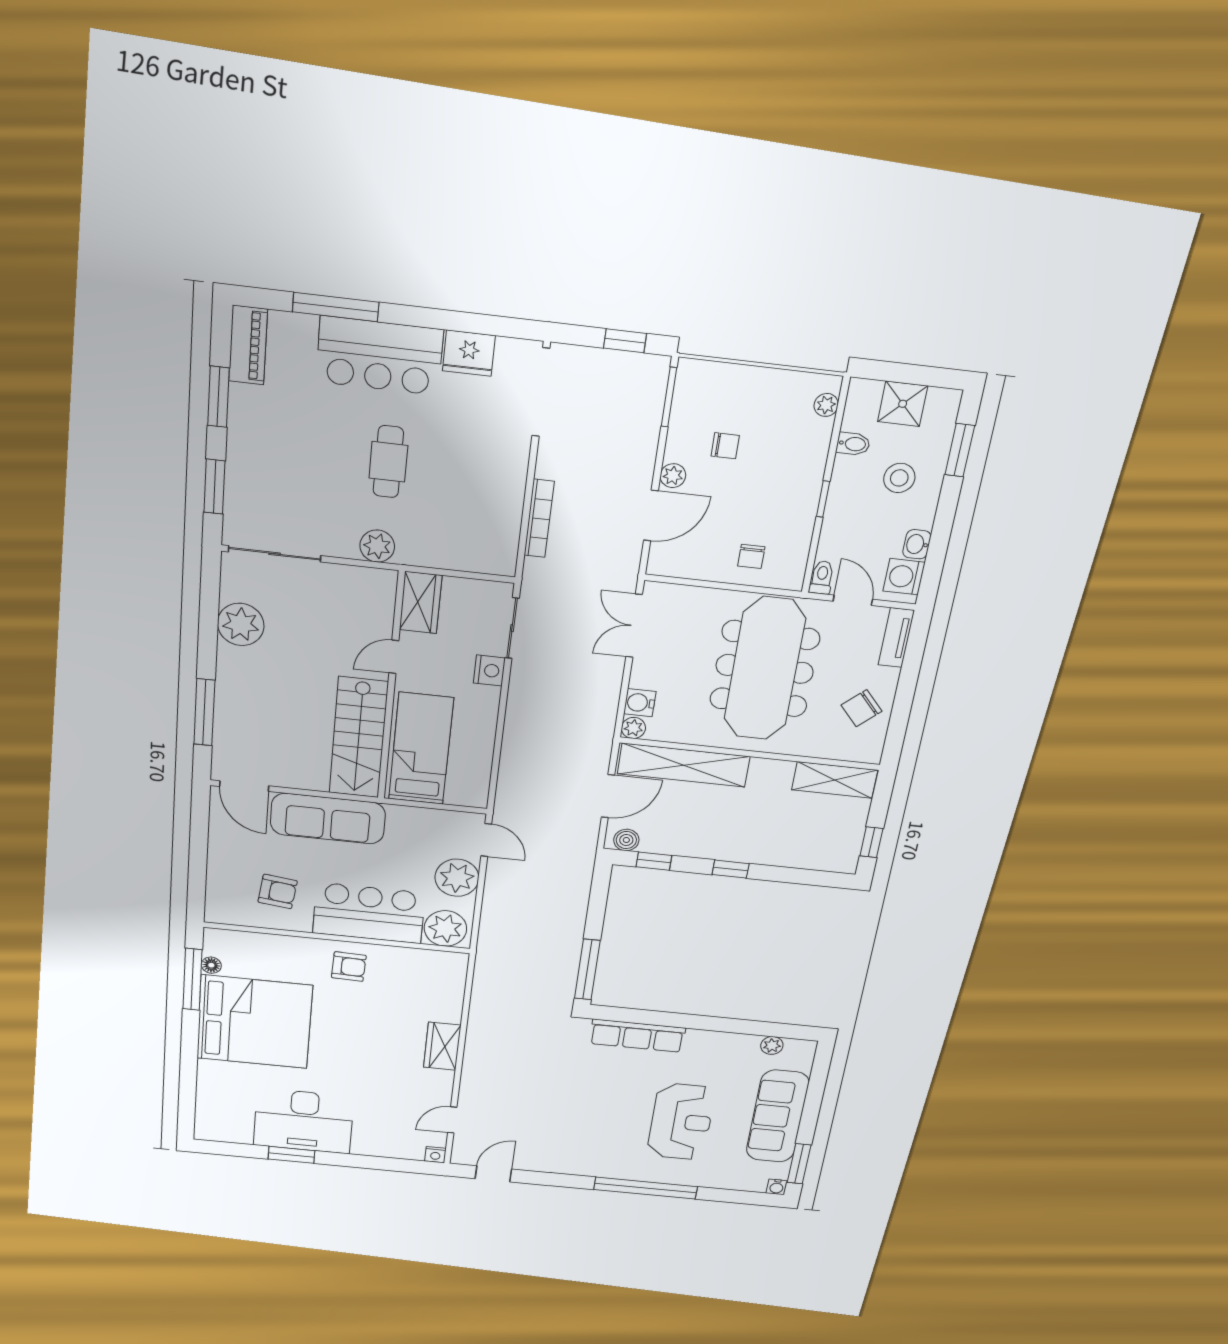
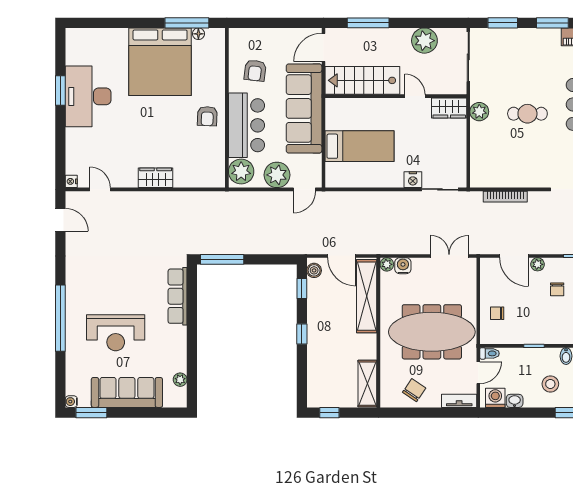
wardrobe: (421, 603) -> (449, 108), moved
door: (394, 657) -> (415, 96), moved
wall: (391, 688) -> (396, 96), moved
chair: (861, 708) -> (414, 390), turned 76
stairs: (359, 738) -> (362, 80), moved
sofa: (328, 819) -> (304, 108), width x1.36, depth x1.27

